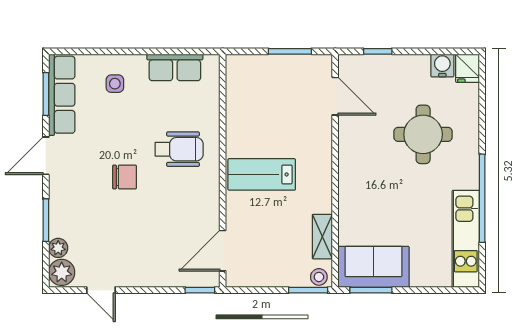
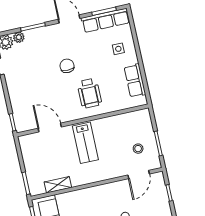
lab bench: (262, 174) -> (85, 143), turned 180
chair: (125, 177) -> (67, 66), turned 180
door: (223, 251) -> (50, 128), moved
stool: (319, 277) -> (138, 149), moved

